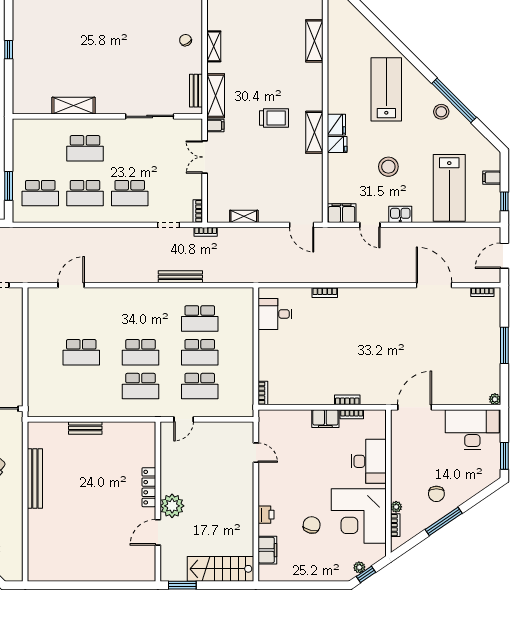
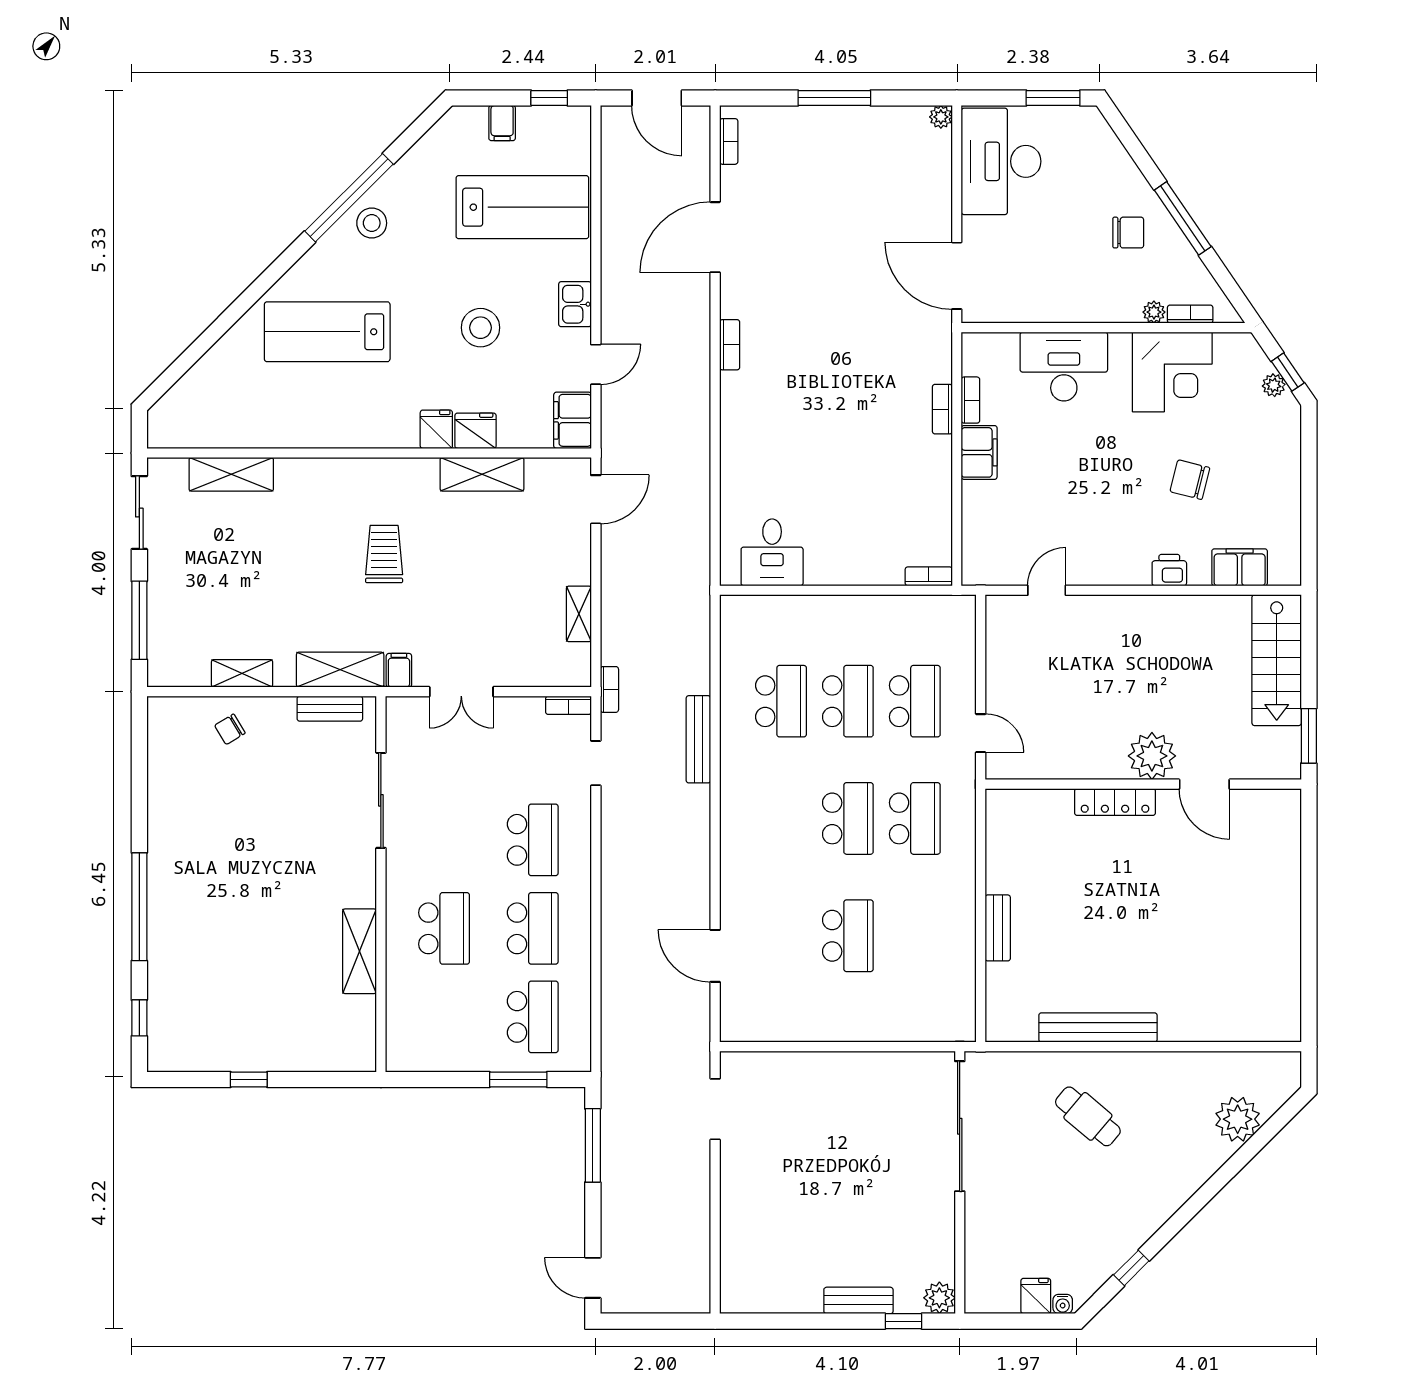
fridge: (336, 125) -> (475, 431), moved
shelving: (314, 132) -> (482, 474), moved
bookcase: (325, 293) -> (730, 345), moved
corner desk: (359, 516) -> (1172, 372), width x0.74, depth x0.74

